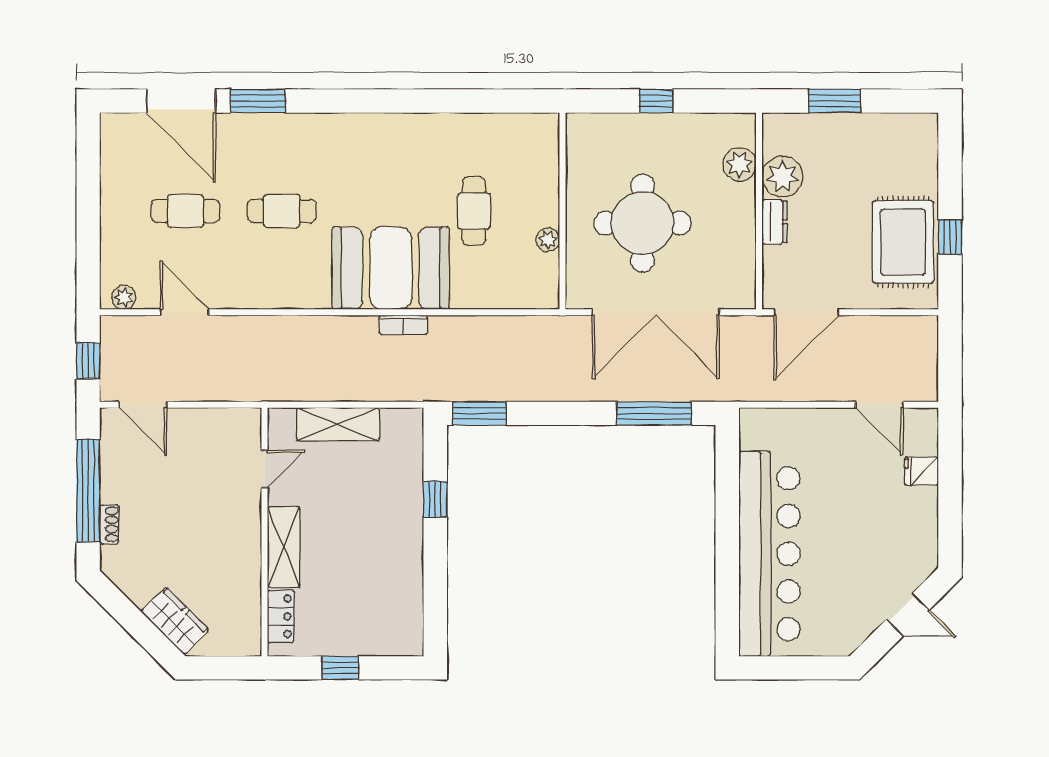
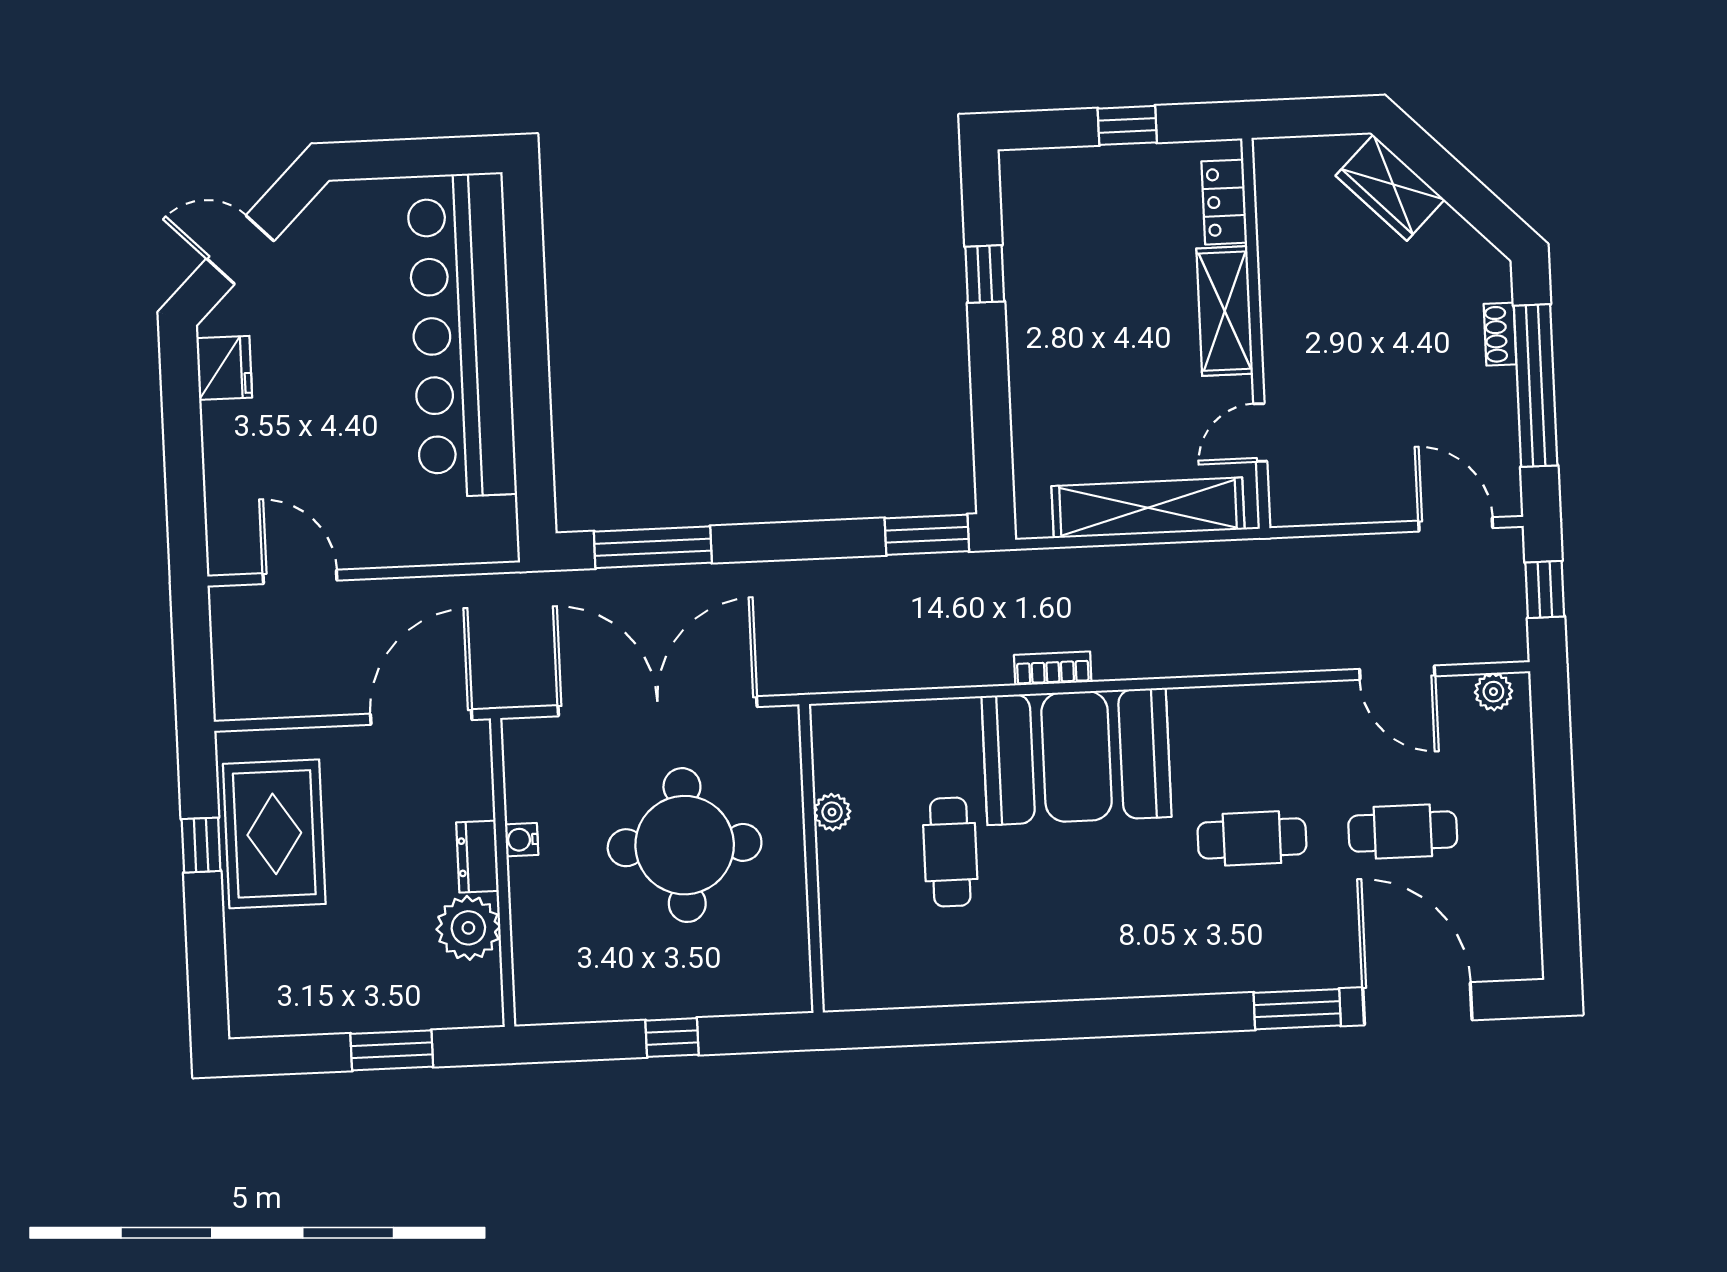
plant: (739, 164) -> (537, 944), removed
water cooler: (746, 231) -> (522, 840), added
shelving: (338, 424) -> (1148, 508), width x1.47
fridge: (921, 471) -> (224, 368), moved, width x1.38
window: (435, 499) -> (985, 274), moved

